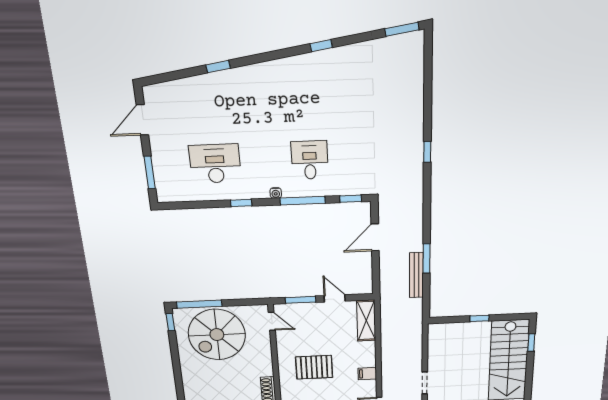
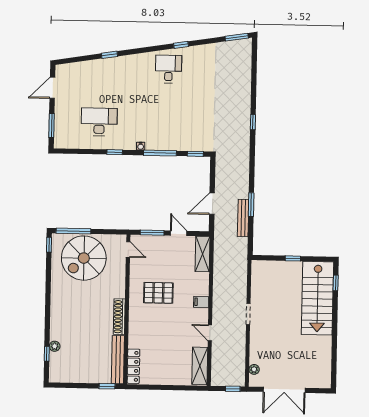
desk: (310, 160) -> (168, 69), moved
door: (375, 237) -> (212, 204), moved

